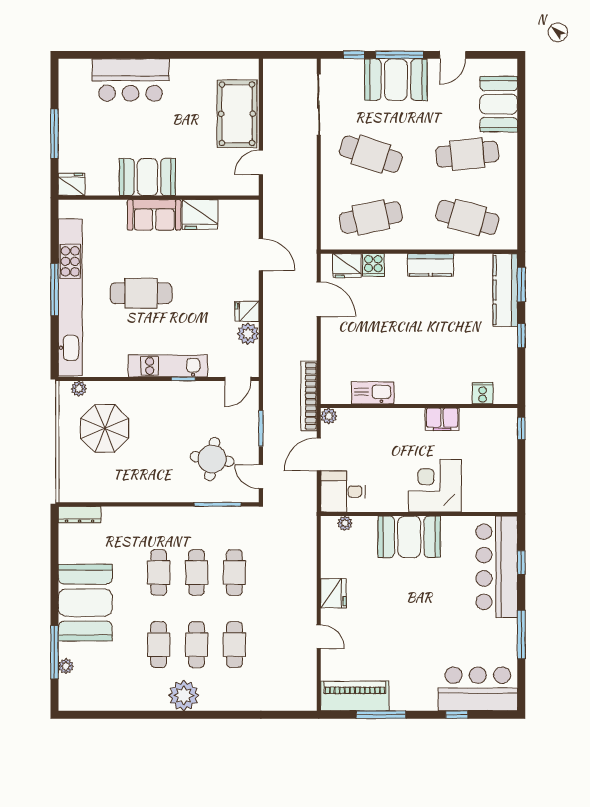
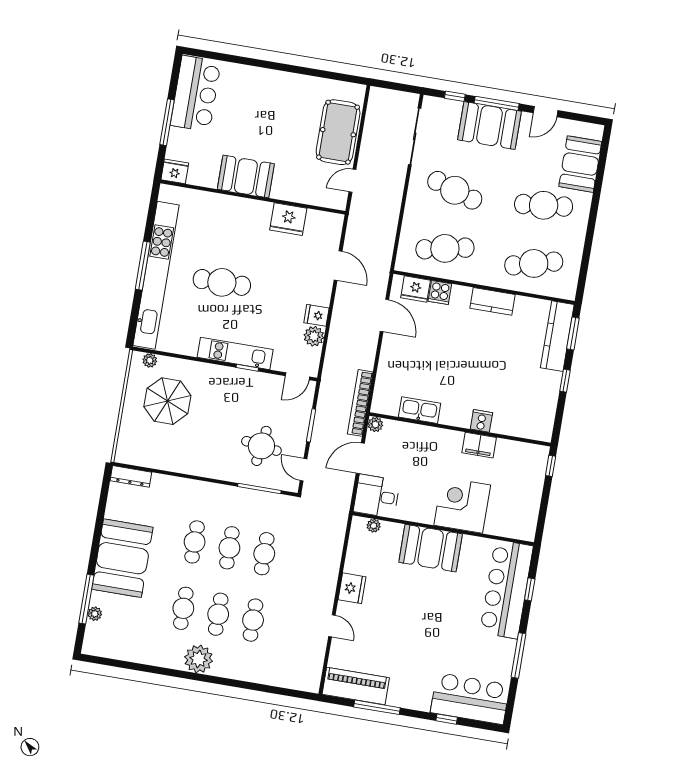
bar counter: (131, 80) -> (196, 93), moved, turned -90
sofa: (154, 215) -> (246, 212), removed
cafe table: (467, 218) -> (534, 263), turned -30
cooker: (483, 393) -> (481, 421), moved

